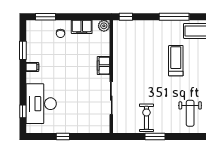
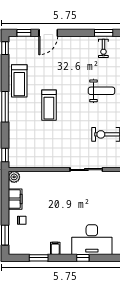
treadmill: (176, 61) -> (49, 105), turned -90
filing cabinet: (103, 66) -> (54, 177), removed
window: (23, 111) -> (83, 258), moved

